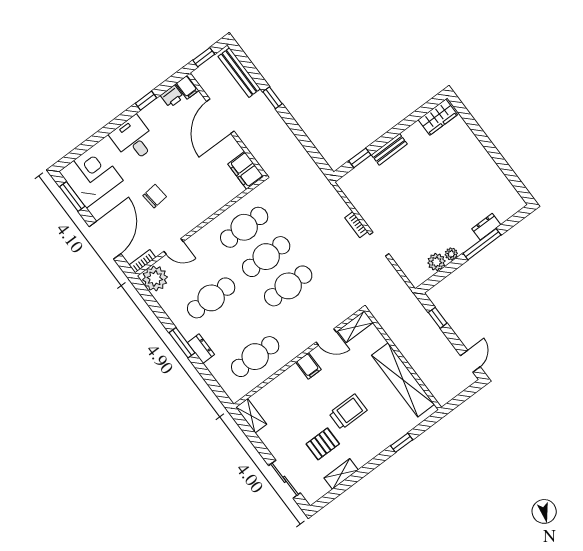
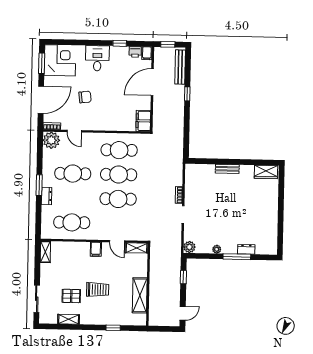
window: (360, 158) -> (208, 161), removed
plant: (436, 262) -> (189, 247), moved
shelving: (403, 380) -> (140, 295), width x0.68

